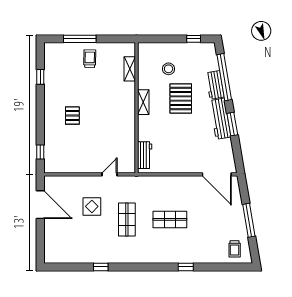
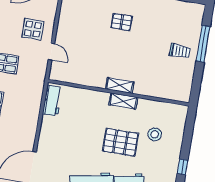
shelving: (130, 69) -> (120, 85), moved
workbench: (145, 155) -> (52, 101), moved, turned -90
display table: (92, 206) -> (33, 29), moved

